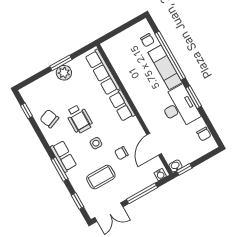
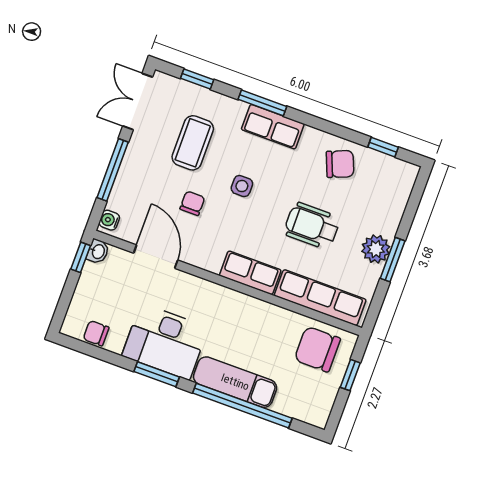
window: (117, 31) -> (350, 375), added
chair: (147, 40) -> (317, 349), moved, width x1.87, depth x1.87
wheelchair: (79, 119) -> (312, 226), moved

